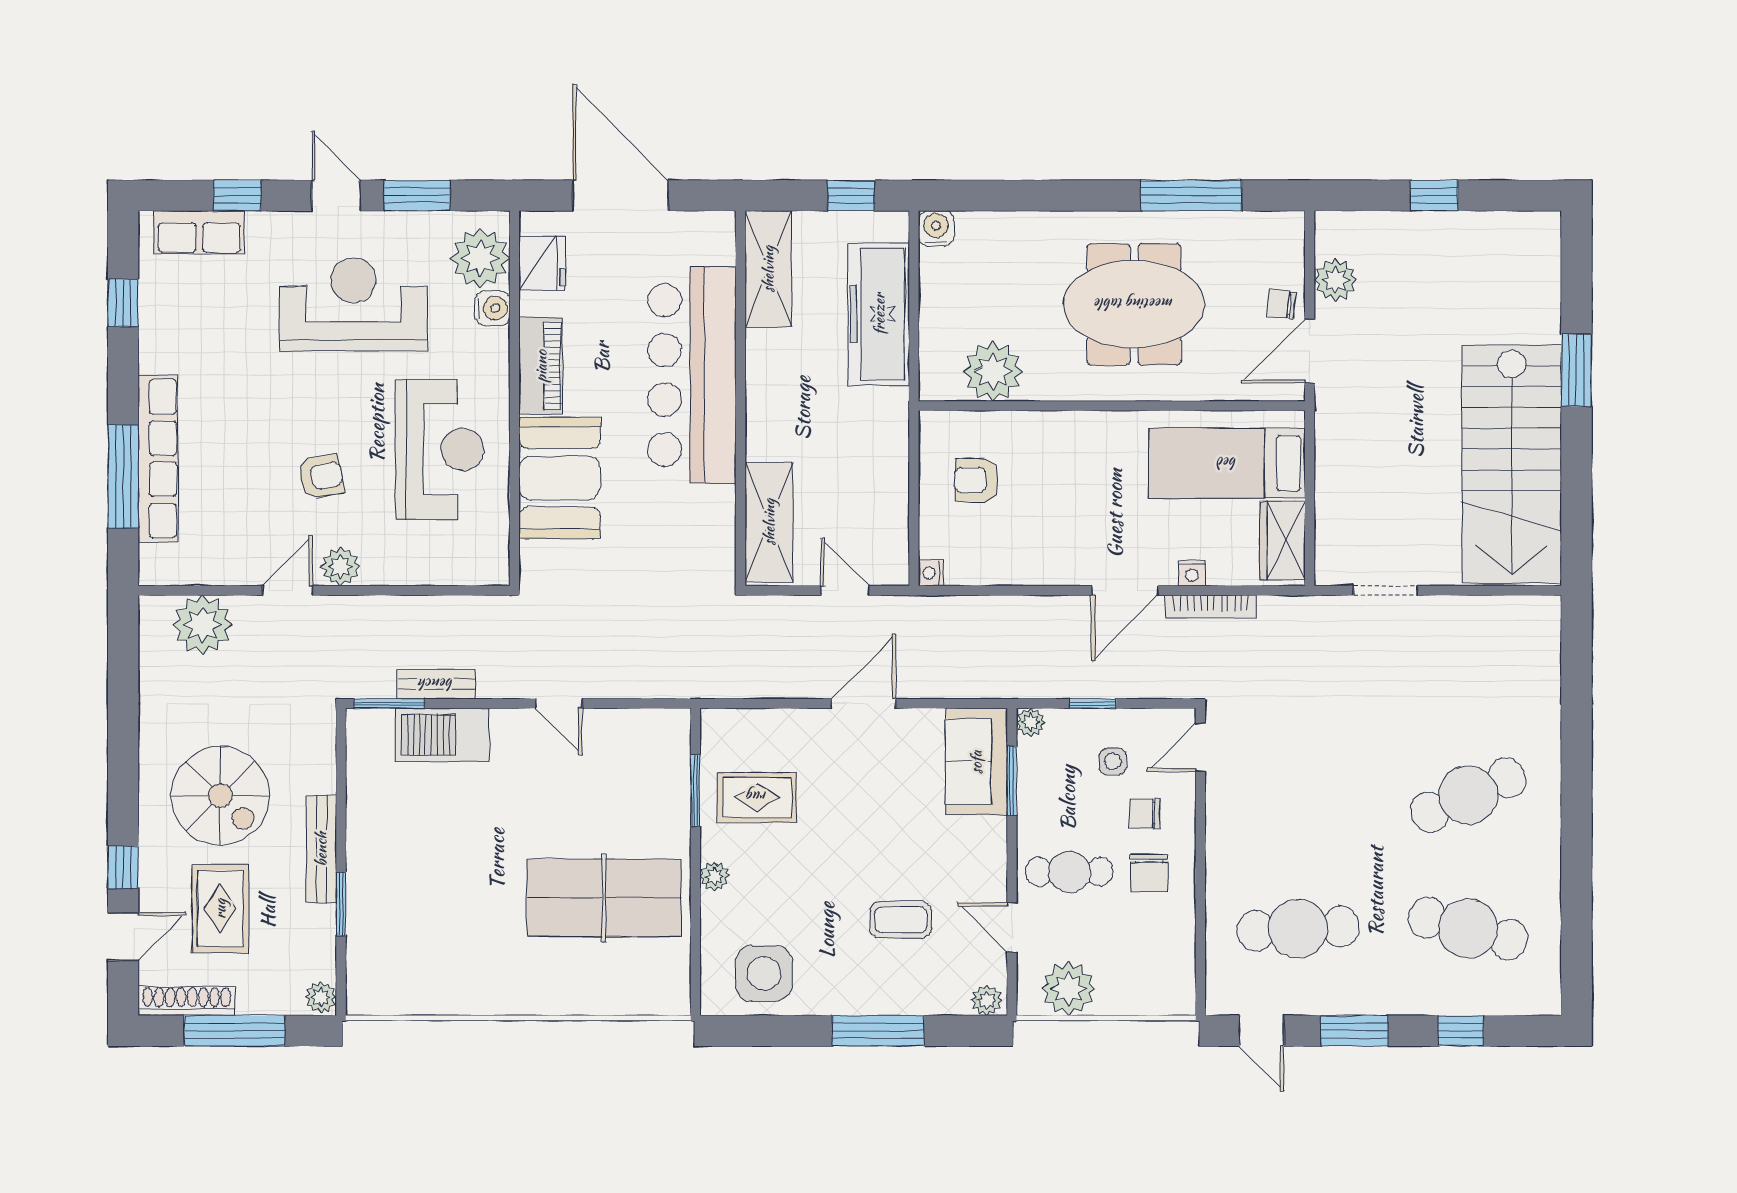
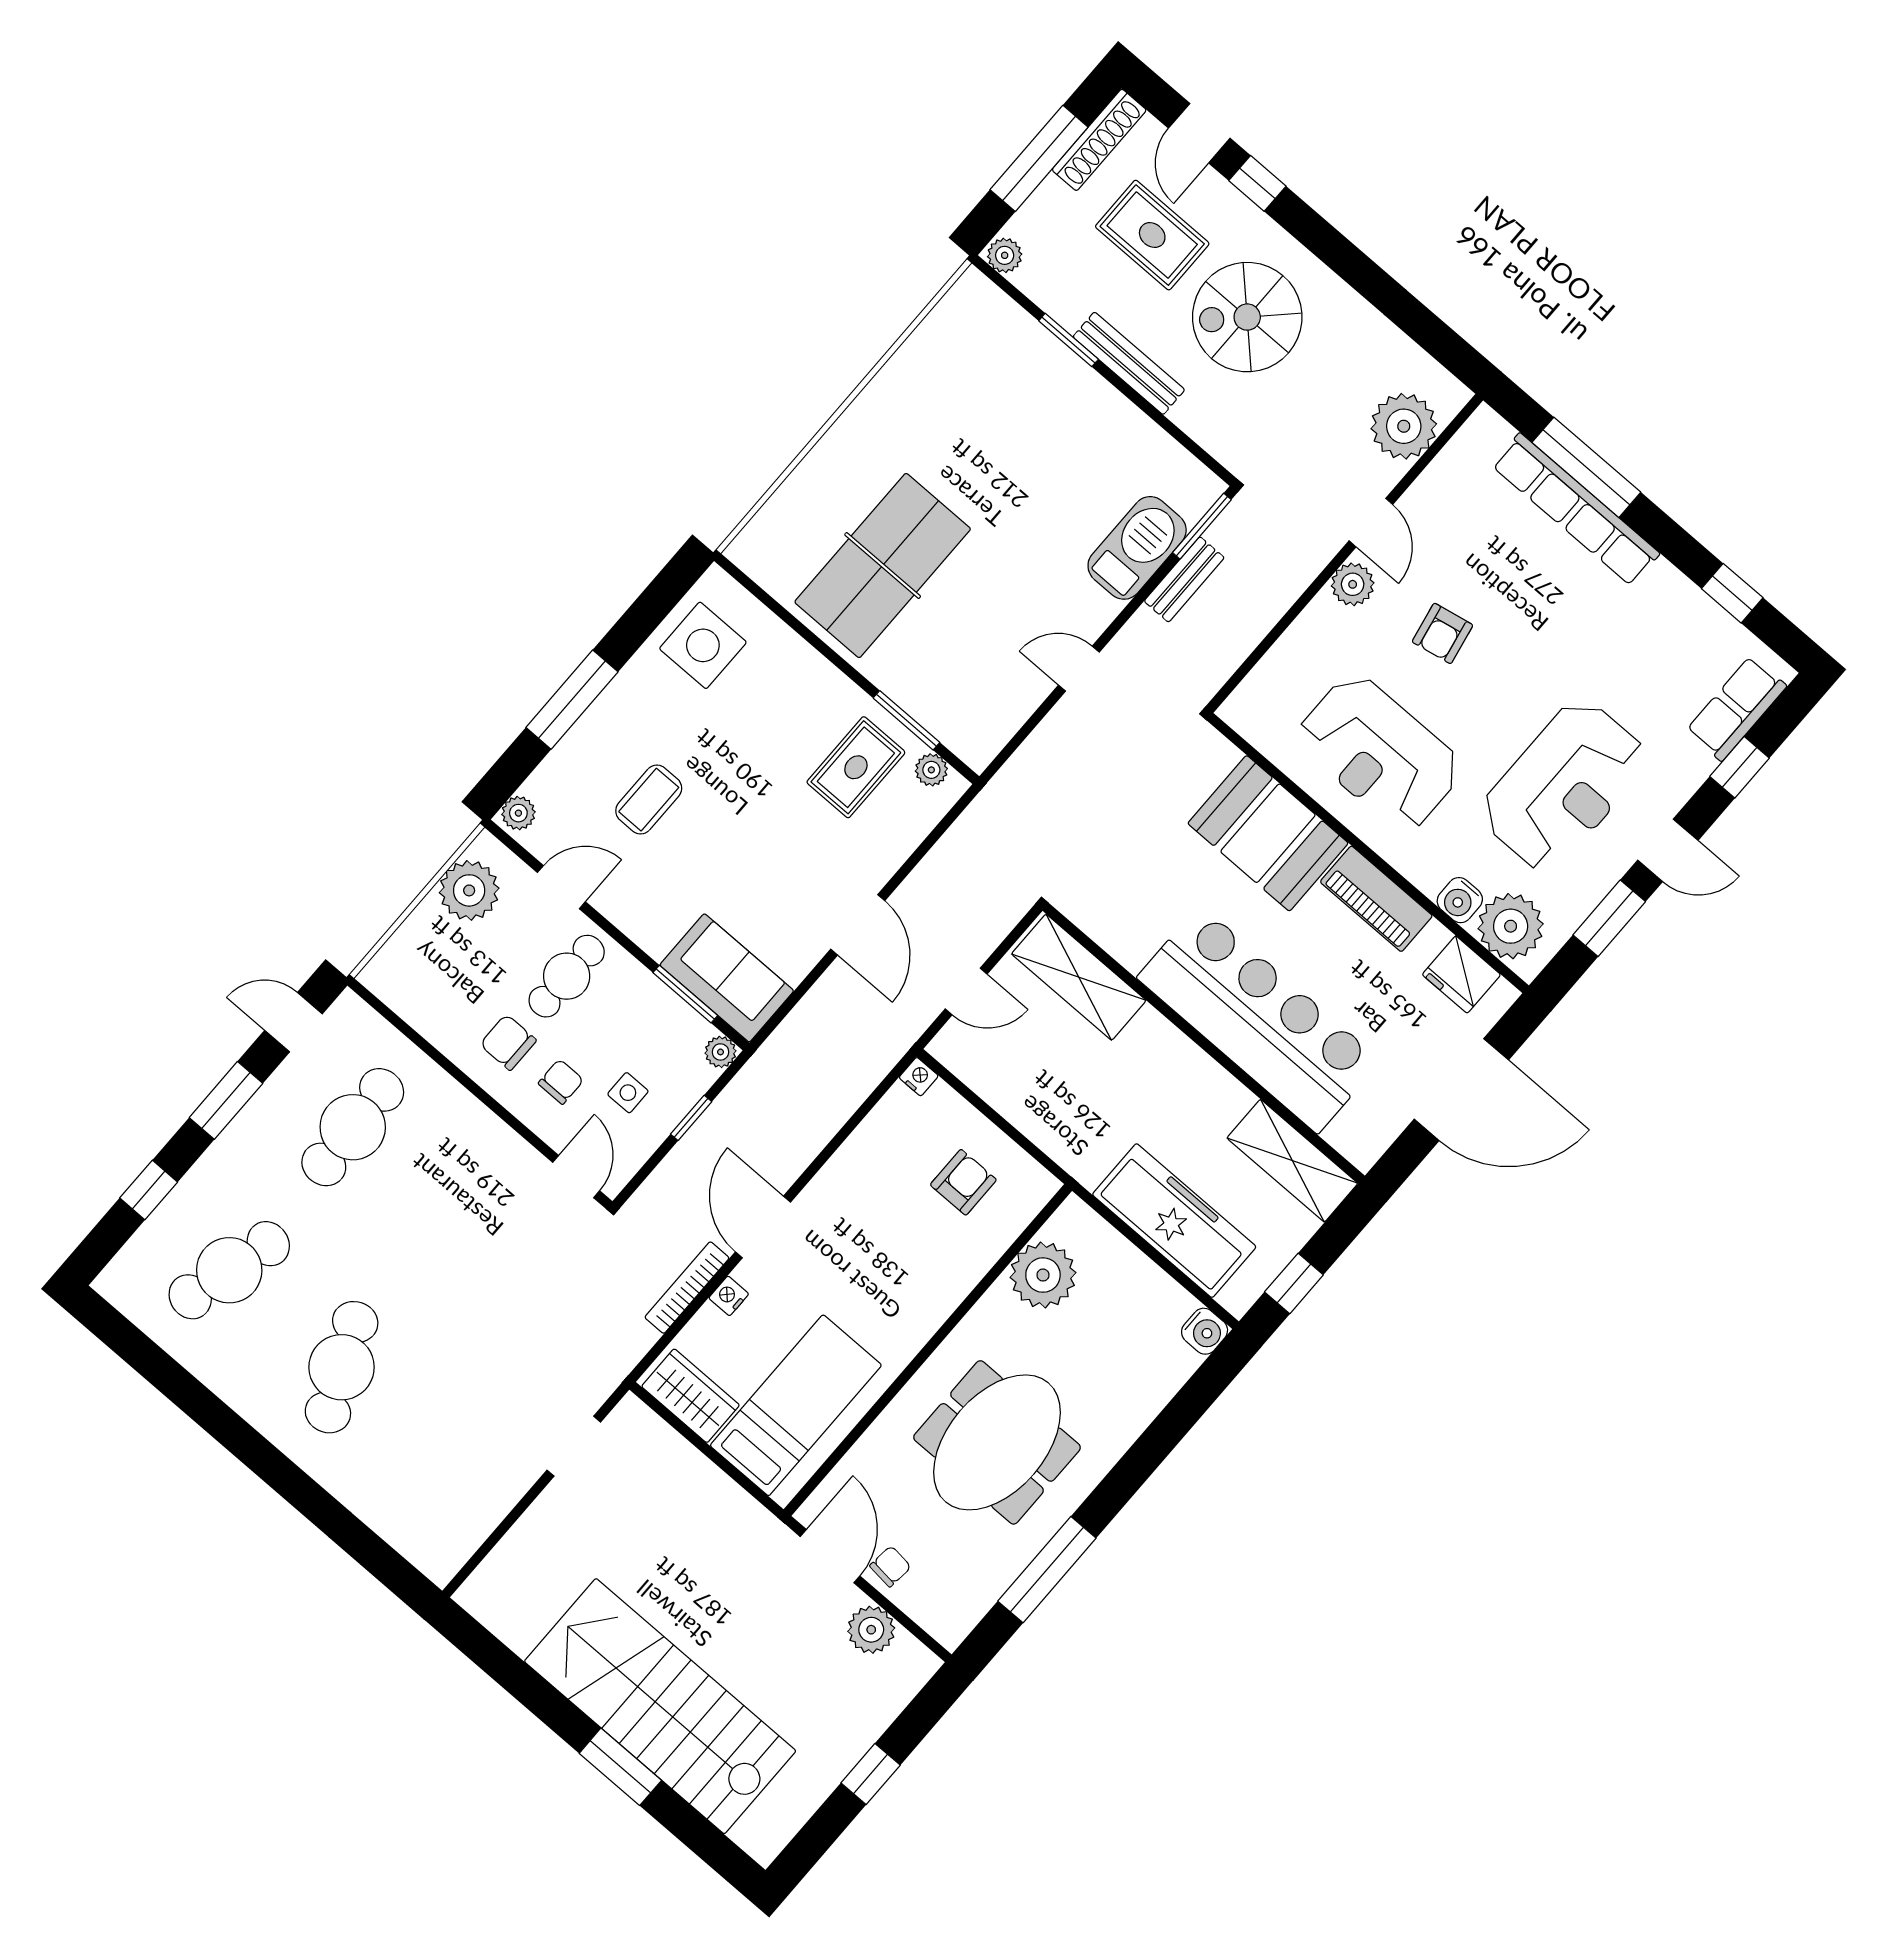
stairs: (1512, 464) -> (660, 1706), moved
plant: (714, 876) -> (931, 770), moved

